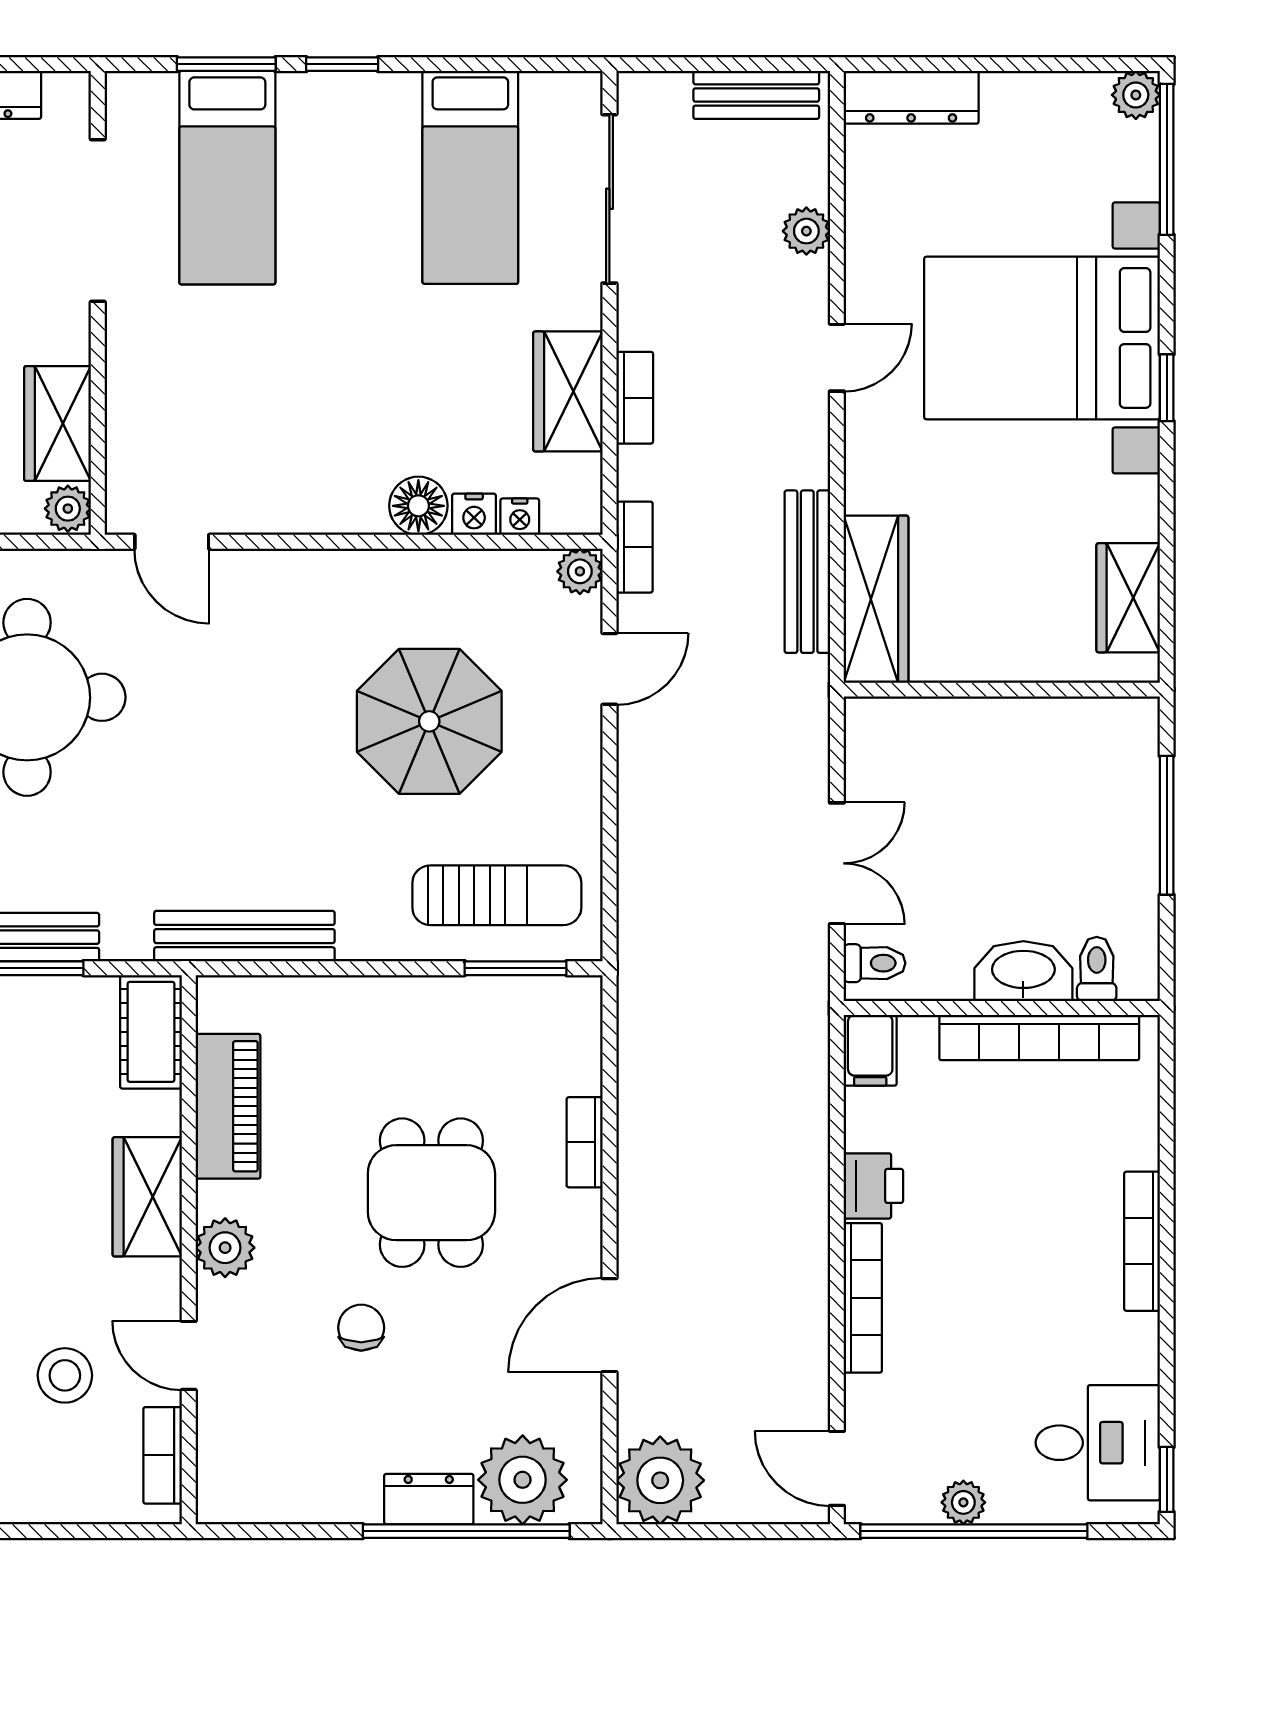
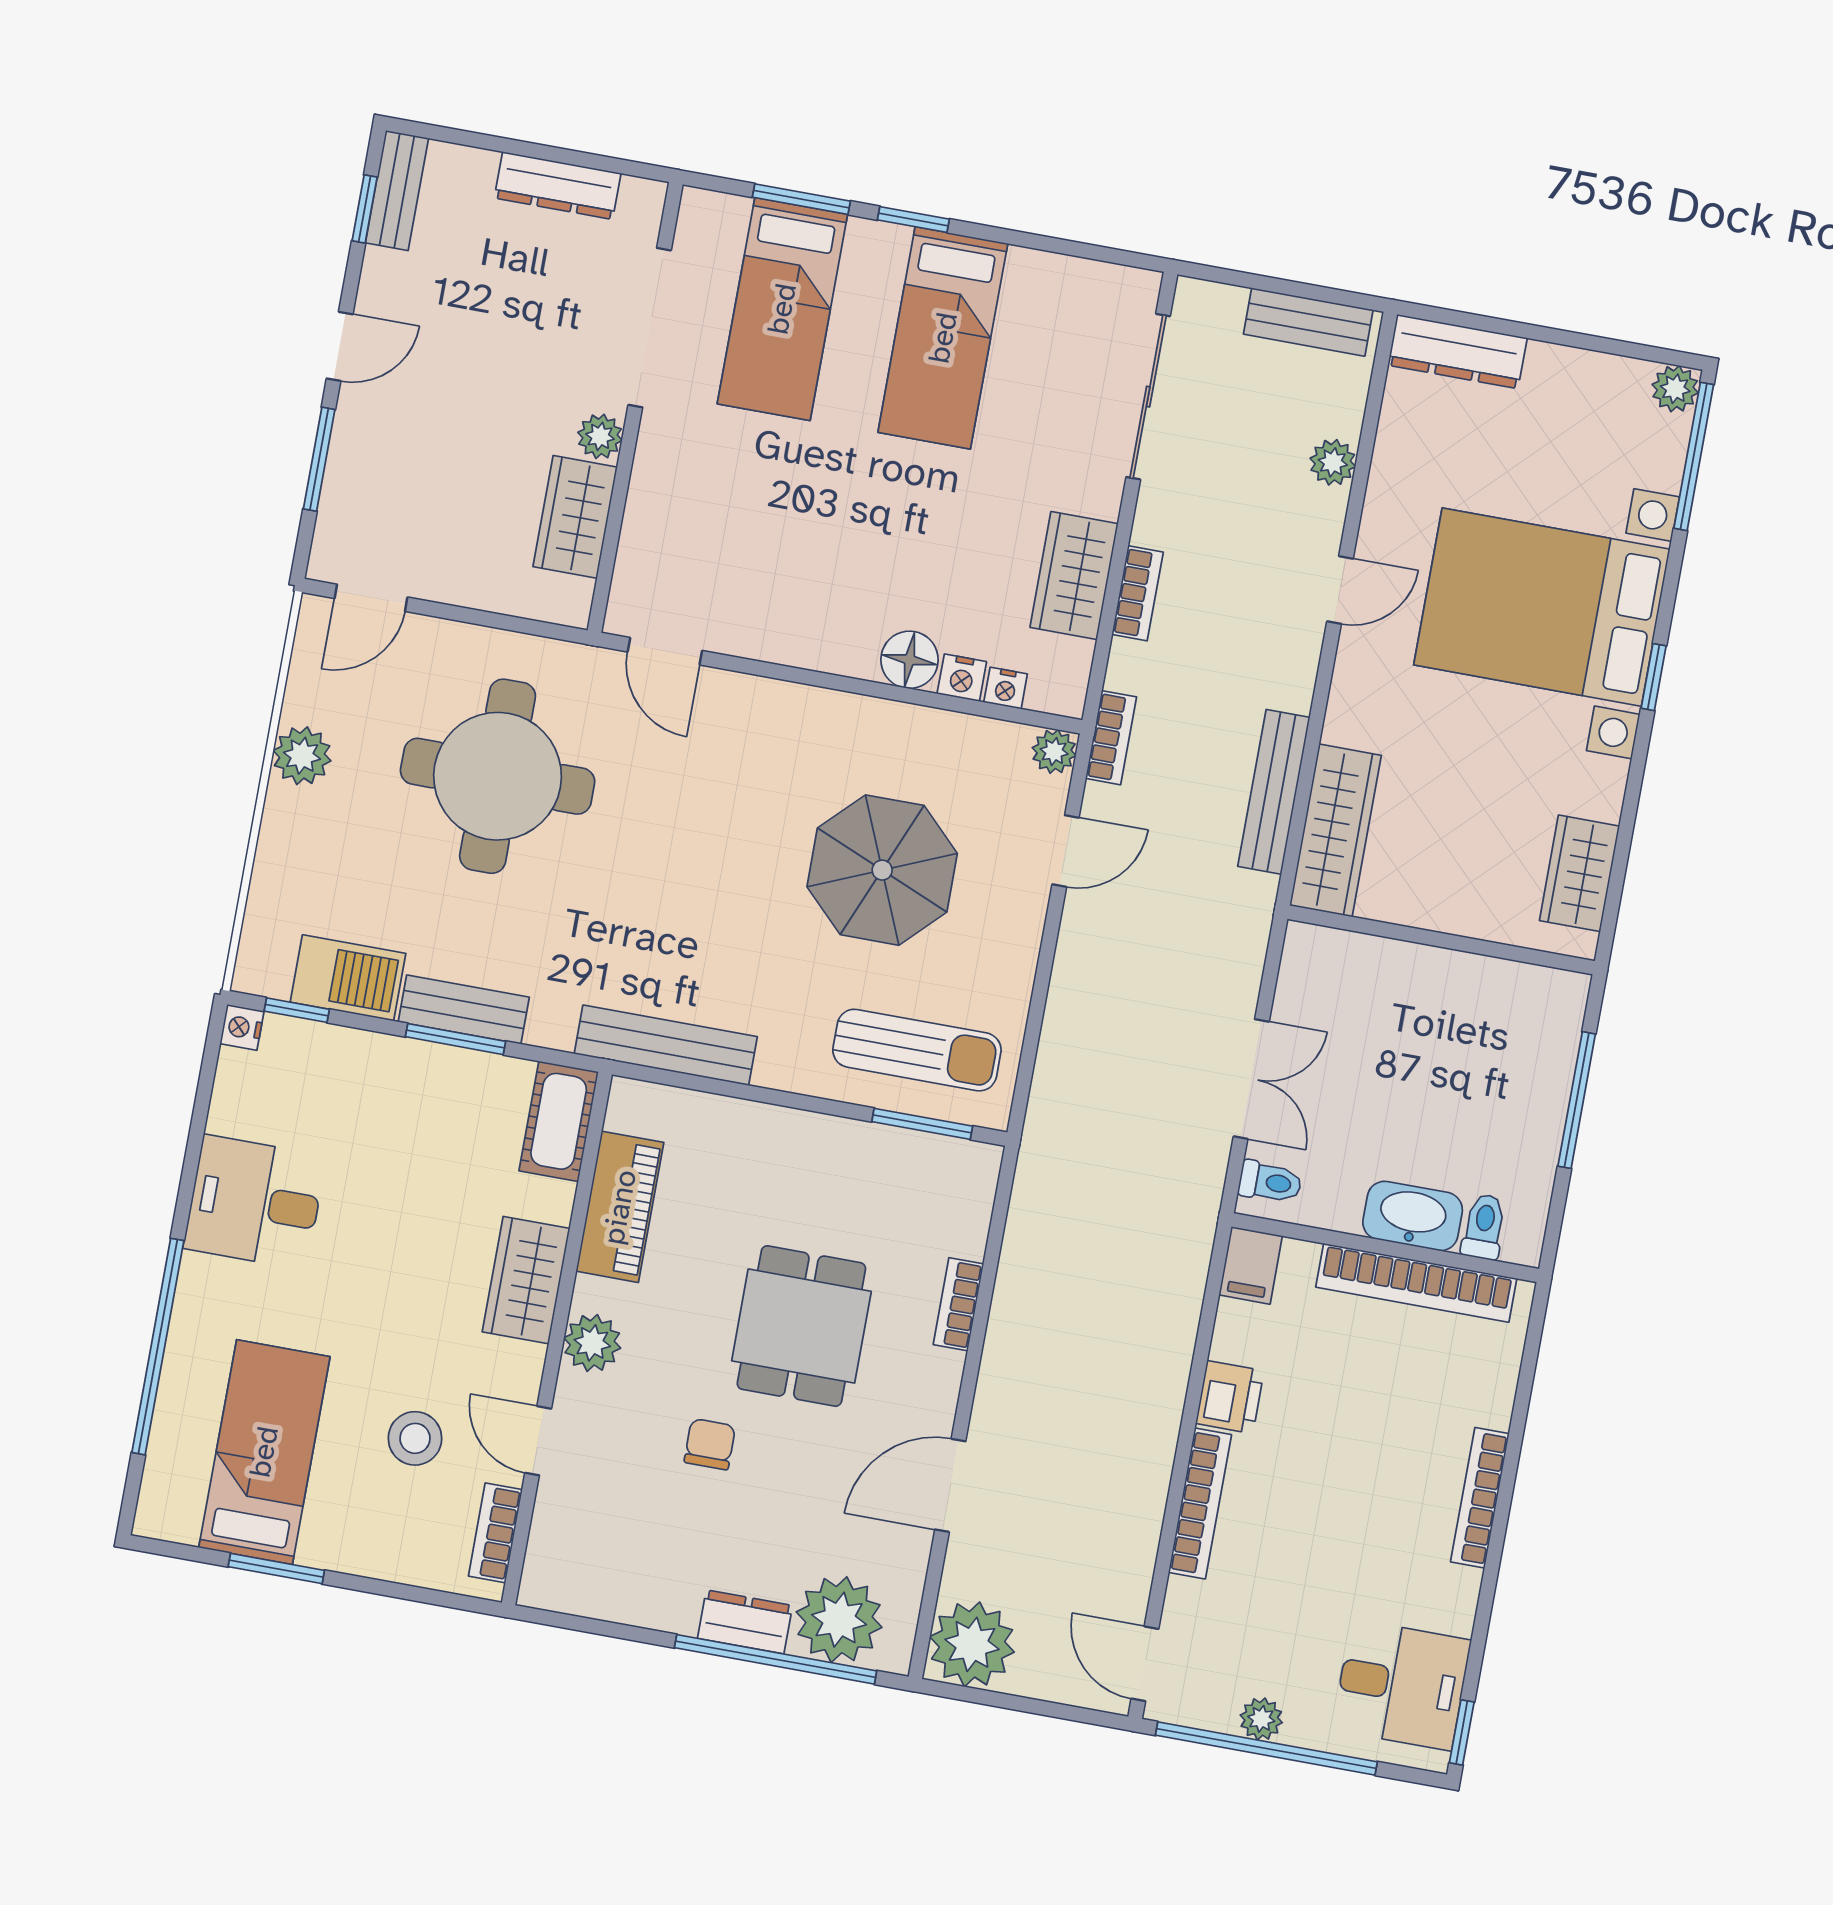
bed: (470, 177) -> (943, 338), moved
plant: (68, 509) -> (600, 436), moved

